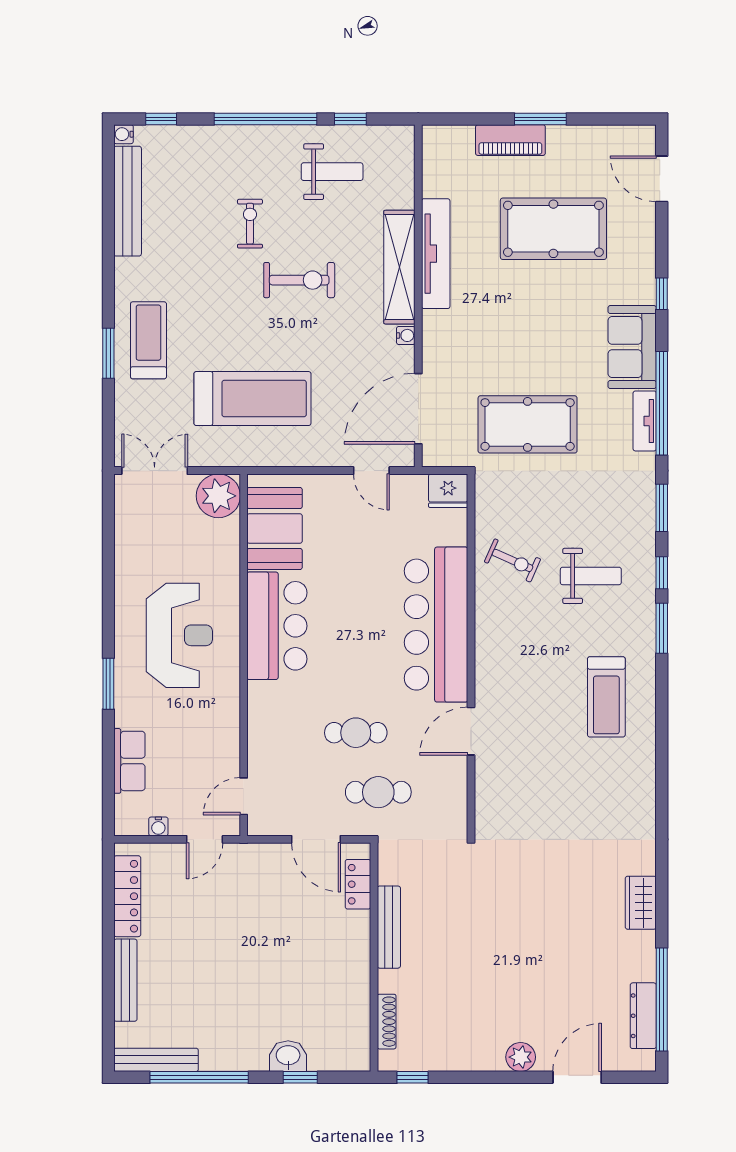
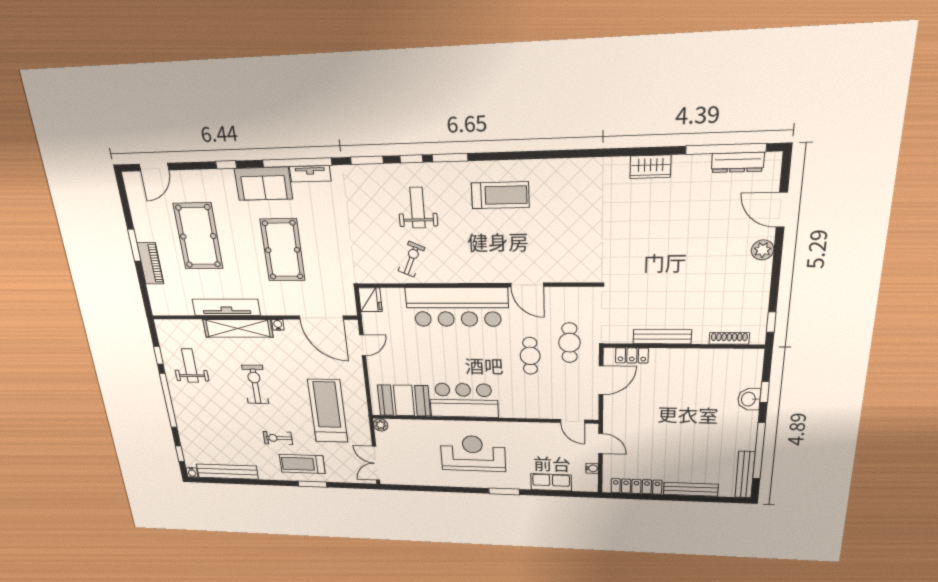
exercise bike: (250, 224) -> (278, 438), moved
pool table: (528, 424) -> (283, 250), moved
plant: (218, 496) -> (381, 425), width x0.53, depth x0.53

